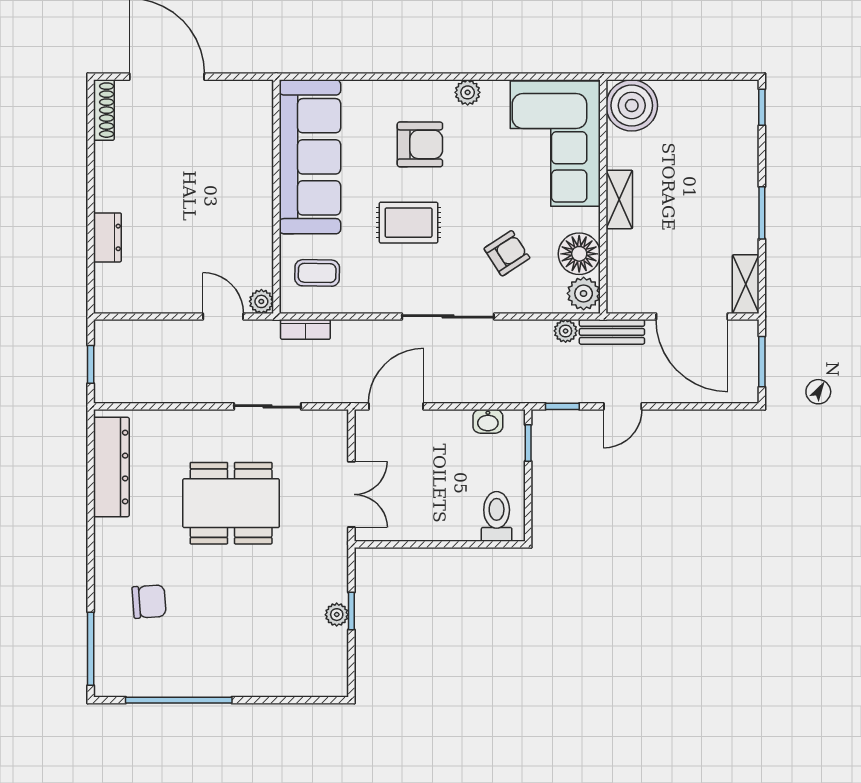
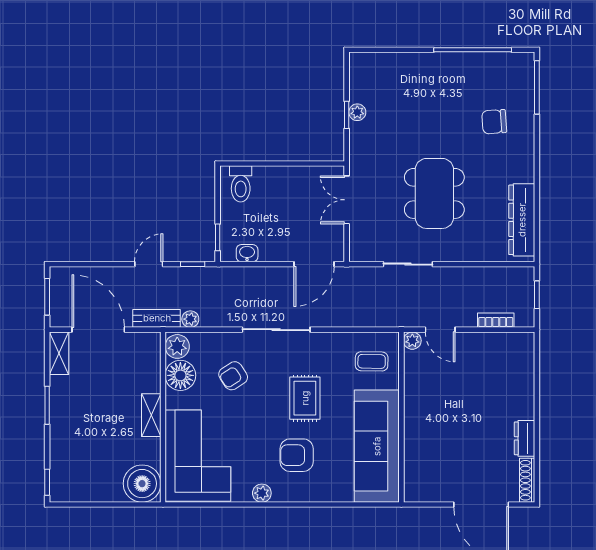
rug: (409, 223) -> (305, 398), turned 90
dresser: (107, 237) -> (525, 438), moved
bookcase: (305, 329) -> (496, 320), moved
dining table: (231, 503) -> (434, 193), turned 90

